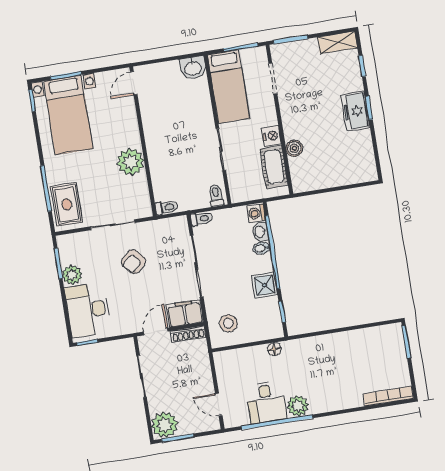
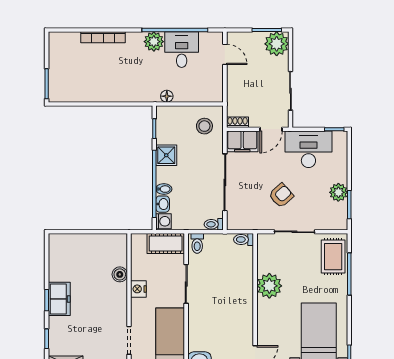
cot: (274, 167) -> (166, 244), moved, turned 90
desk: (88, 310) -> (308, 149), moved, turned -90
shoe rack: (188, 334) -> (238, 122), width x0.70
bookcase: (388, 396) -> (103, 37), moved

